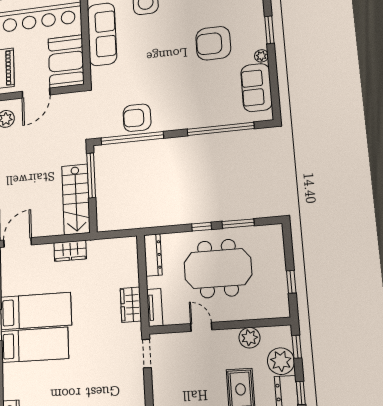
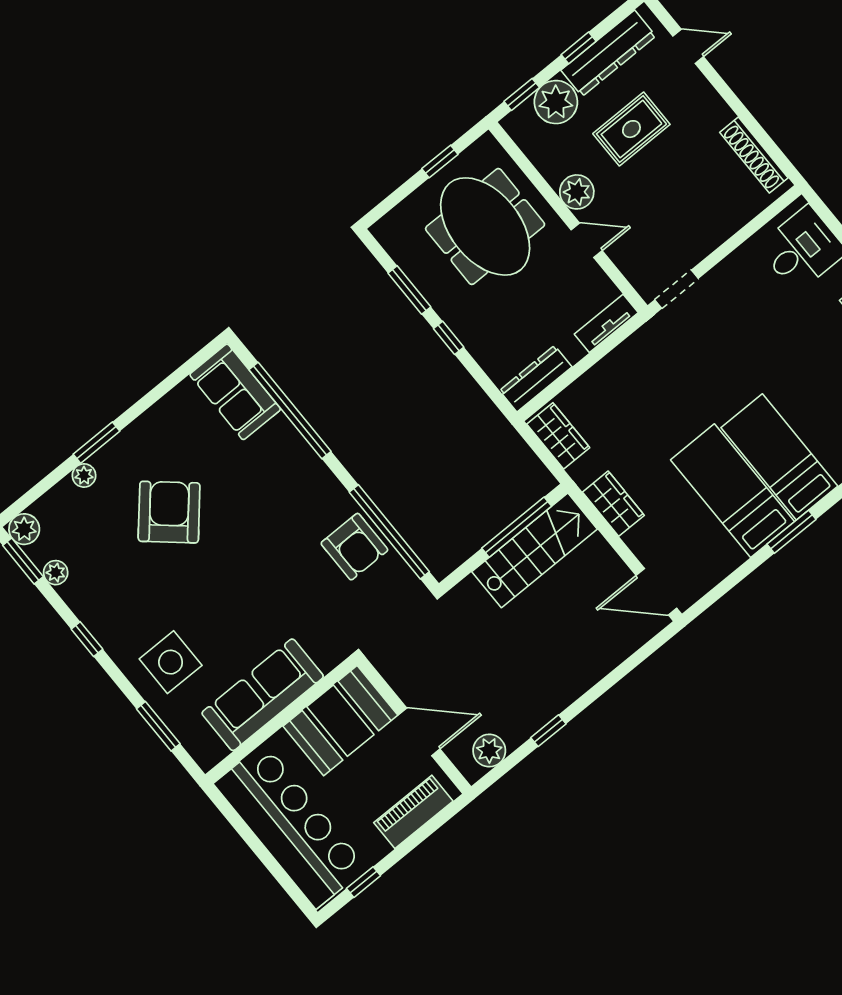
armchair: (213, 43) -> (169, 512), turned -139
plant: (261, 56) -> (84, 475), moved
sofa: (256, 88) -> (235, 392), moved, turned 90
window: (91, 175) -> (517, 527), moved
meeting table: (218, 269) -> (485, 226), moved
wardrobe: (131, 305) -> (558, 436), moved, turned -90
door: (201, 327) -> (587, 240), swing flipped
plant: (249, 338) -> (577, 192), moved

